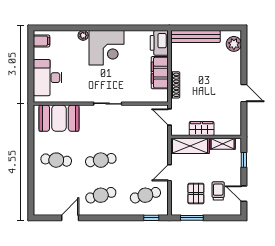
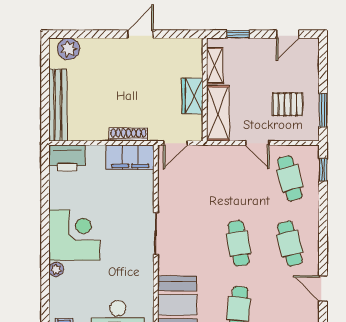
filing cabinet: (160, 73) -> (130, 157), moved
trolley: (218, 191) -> (284, 72), removed

